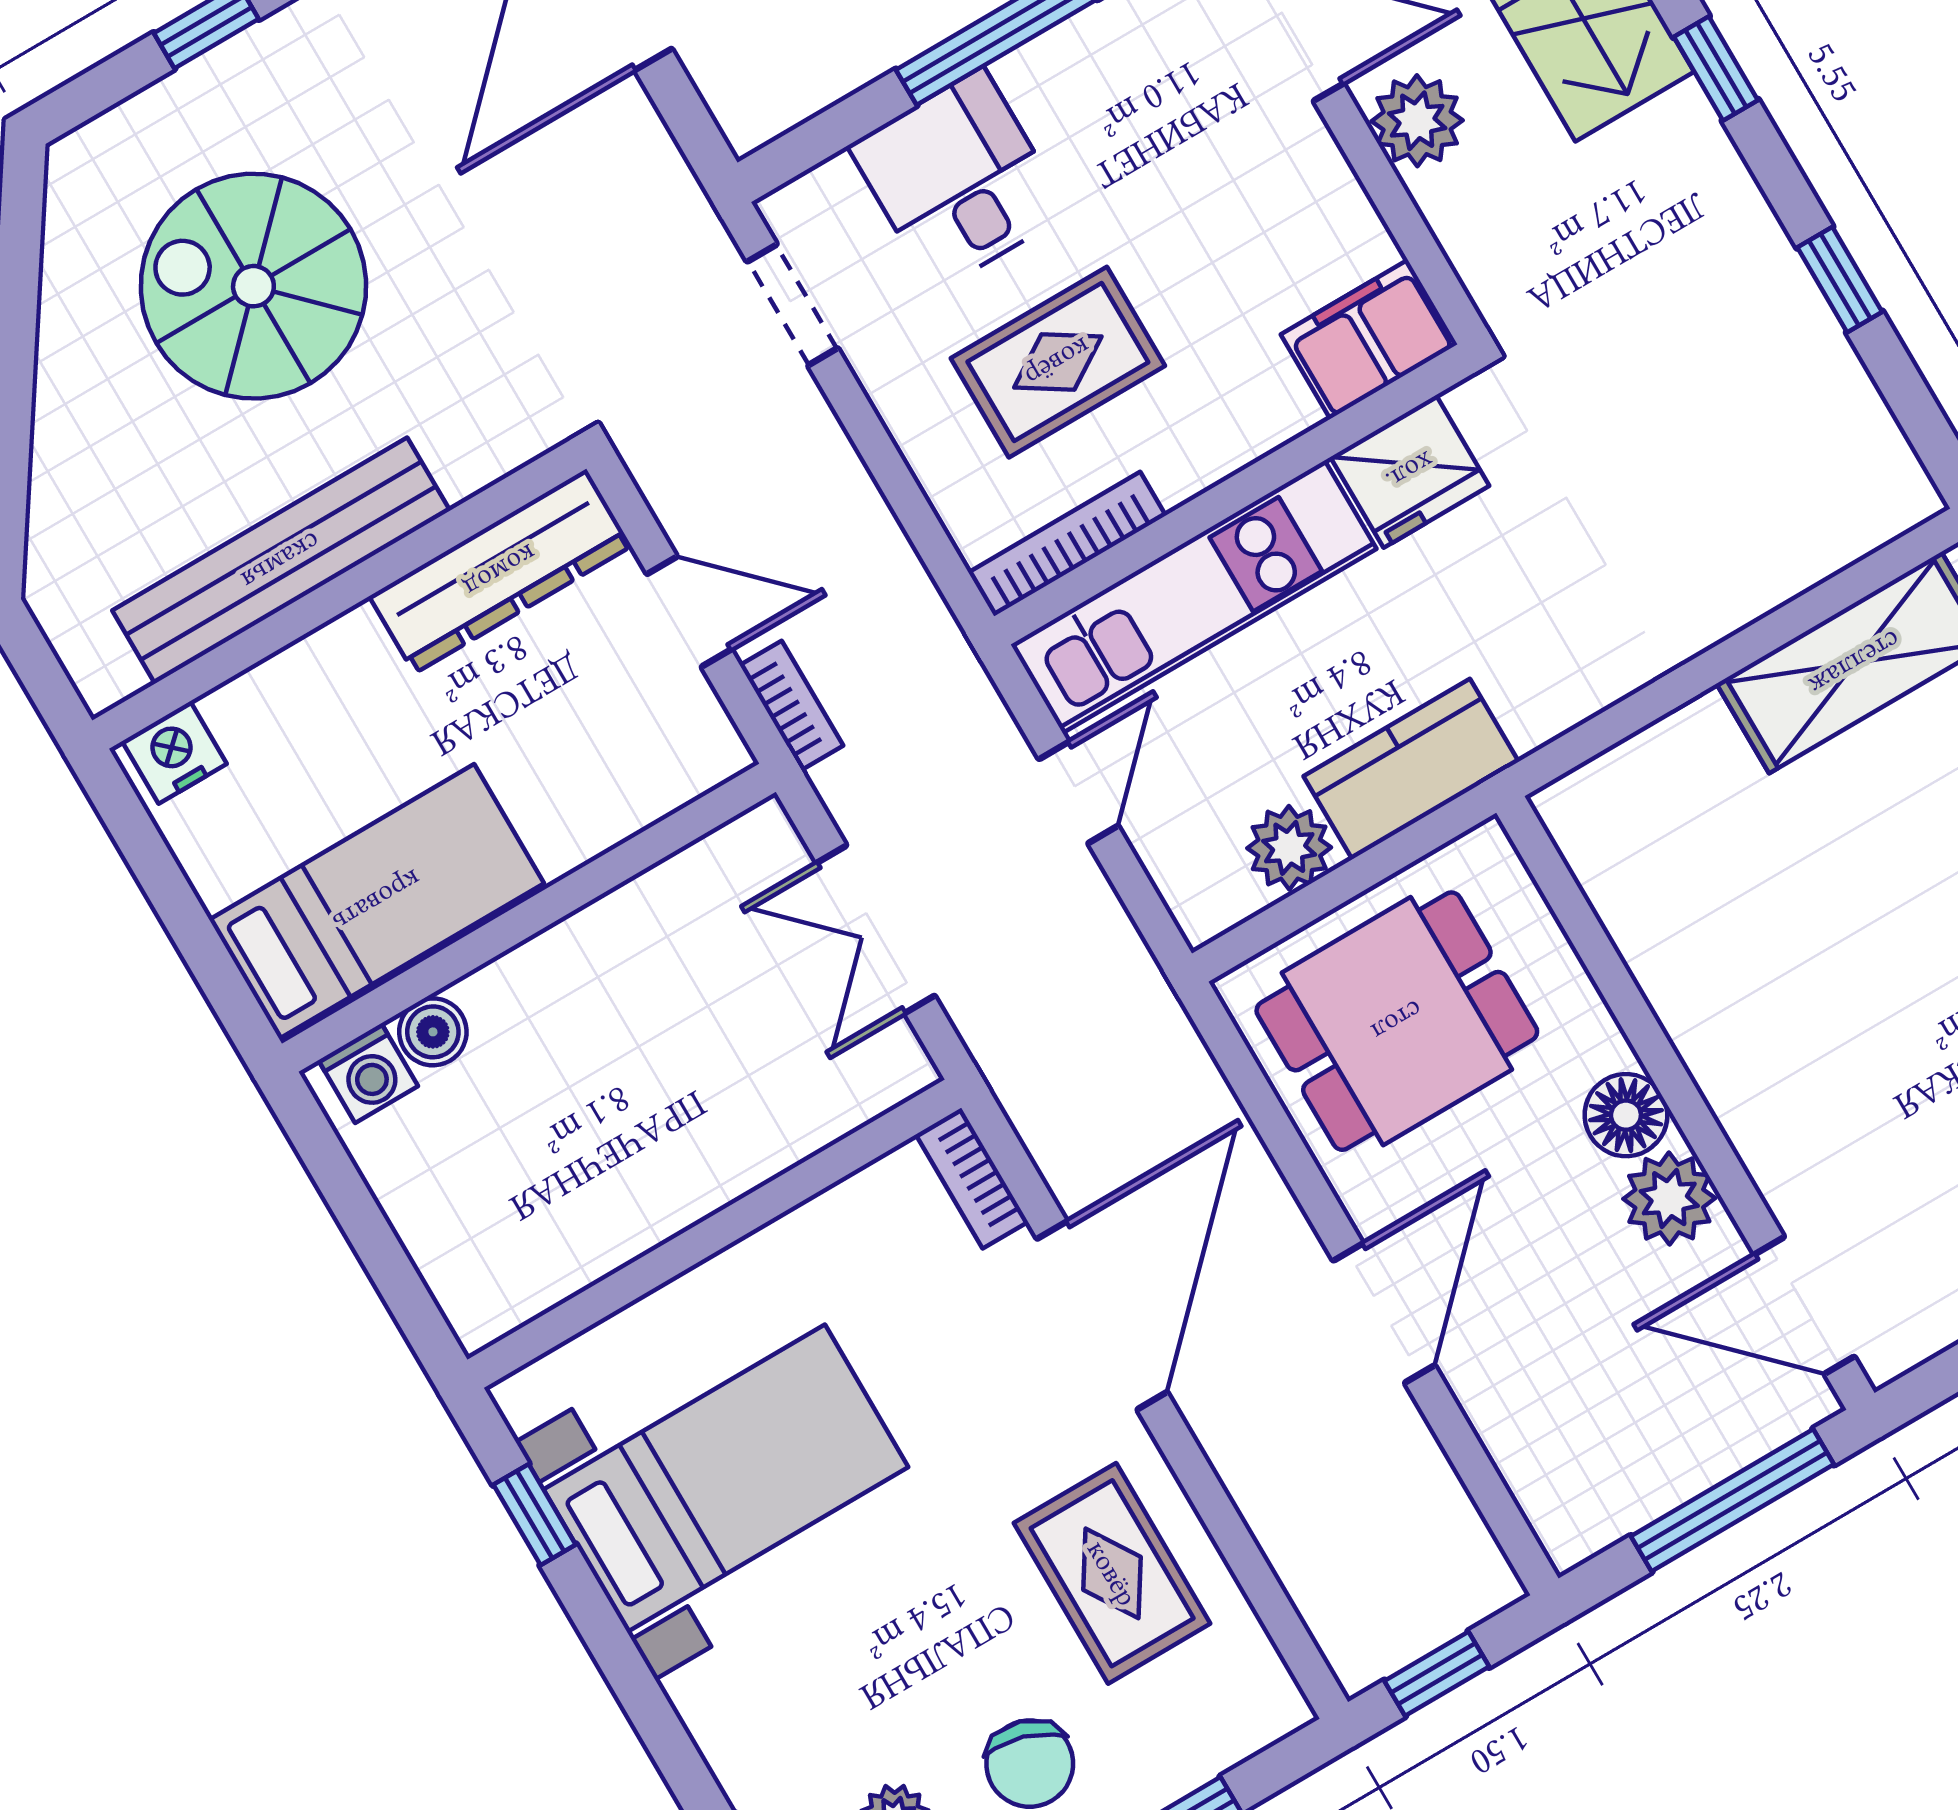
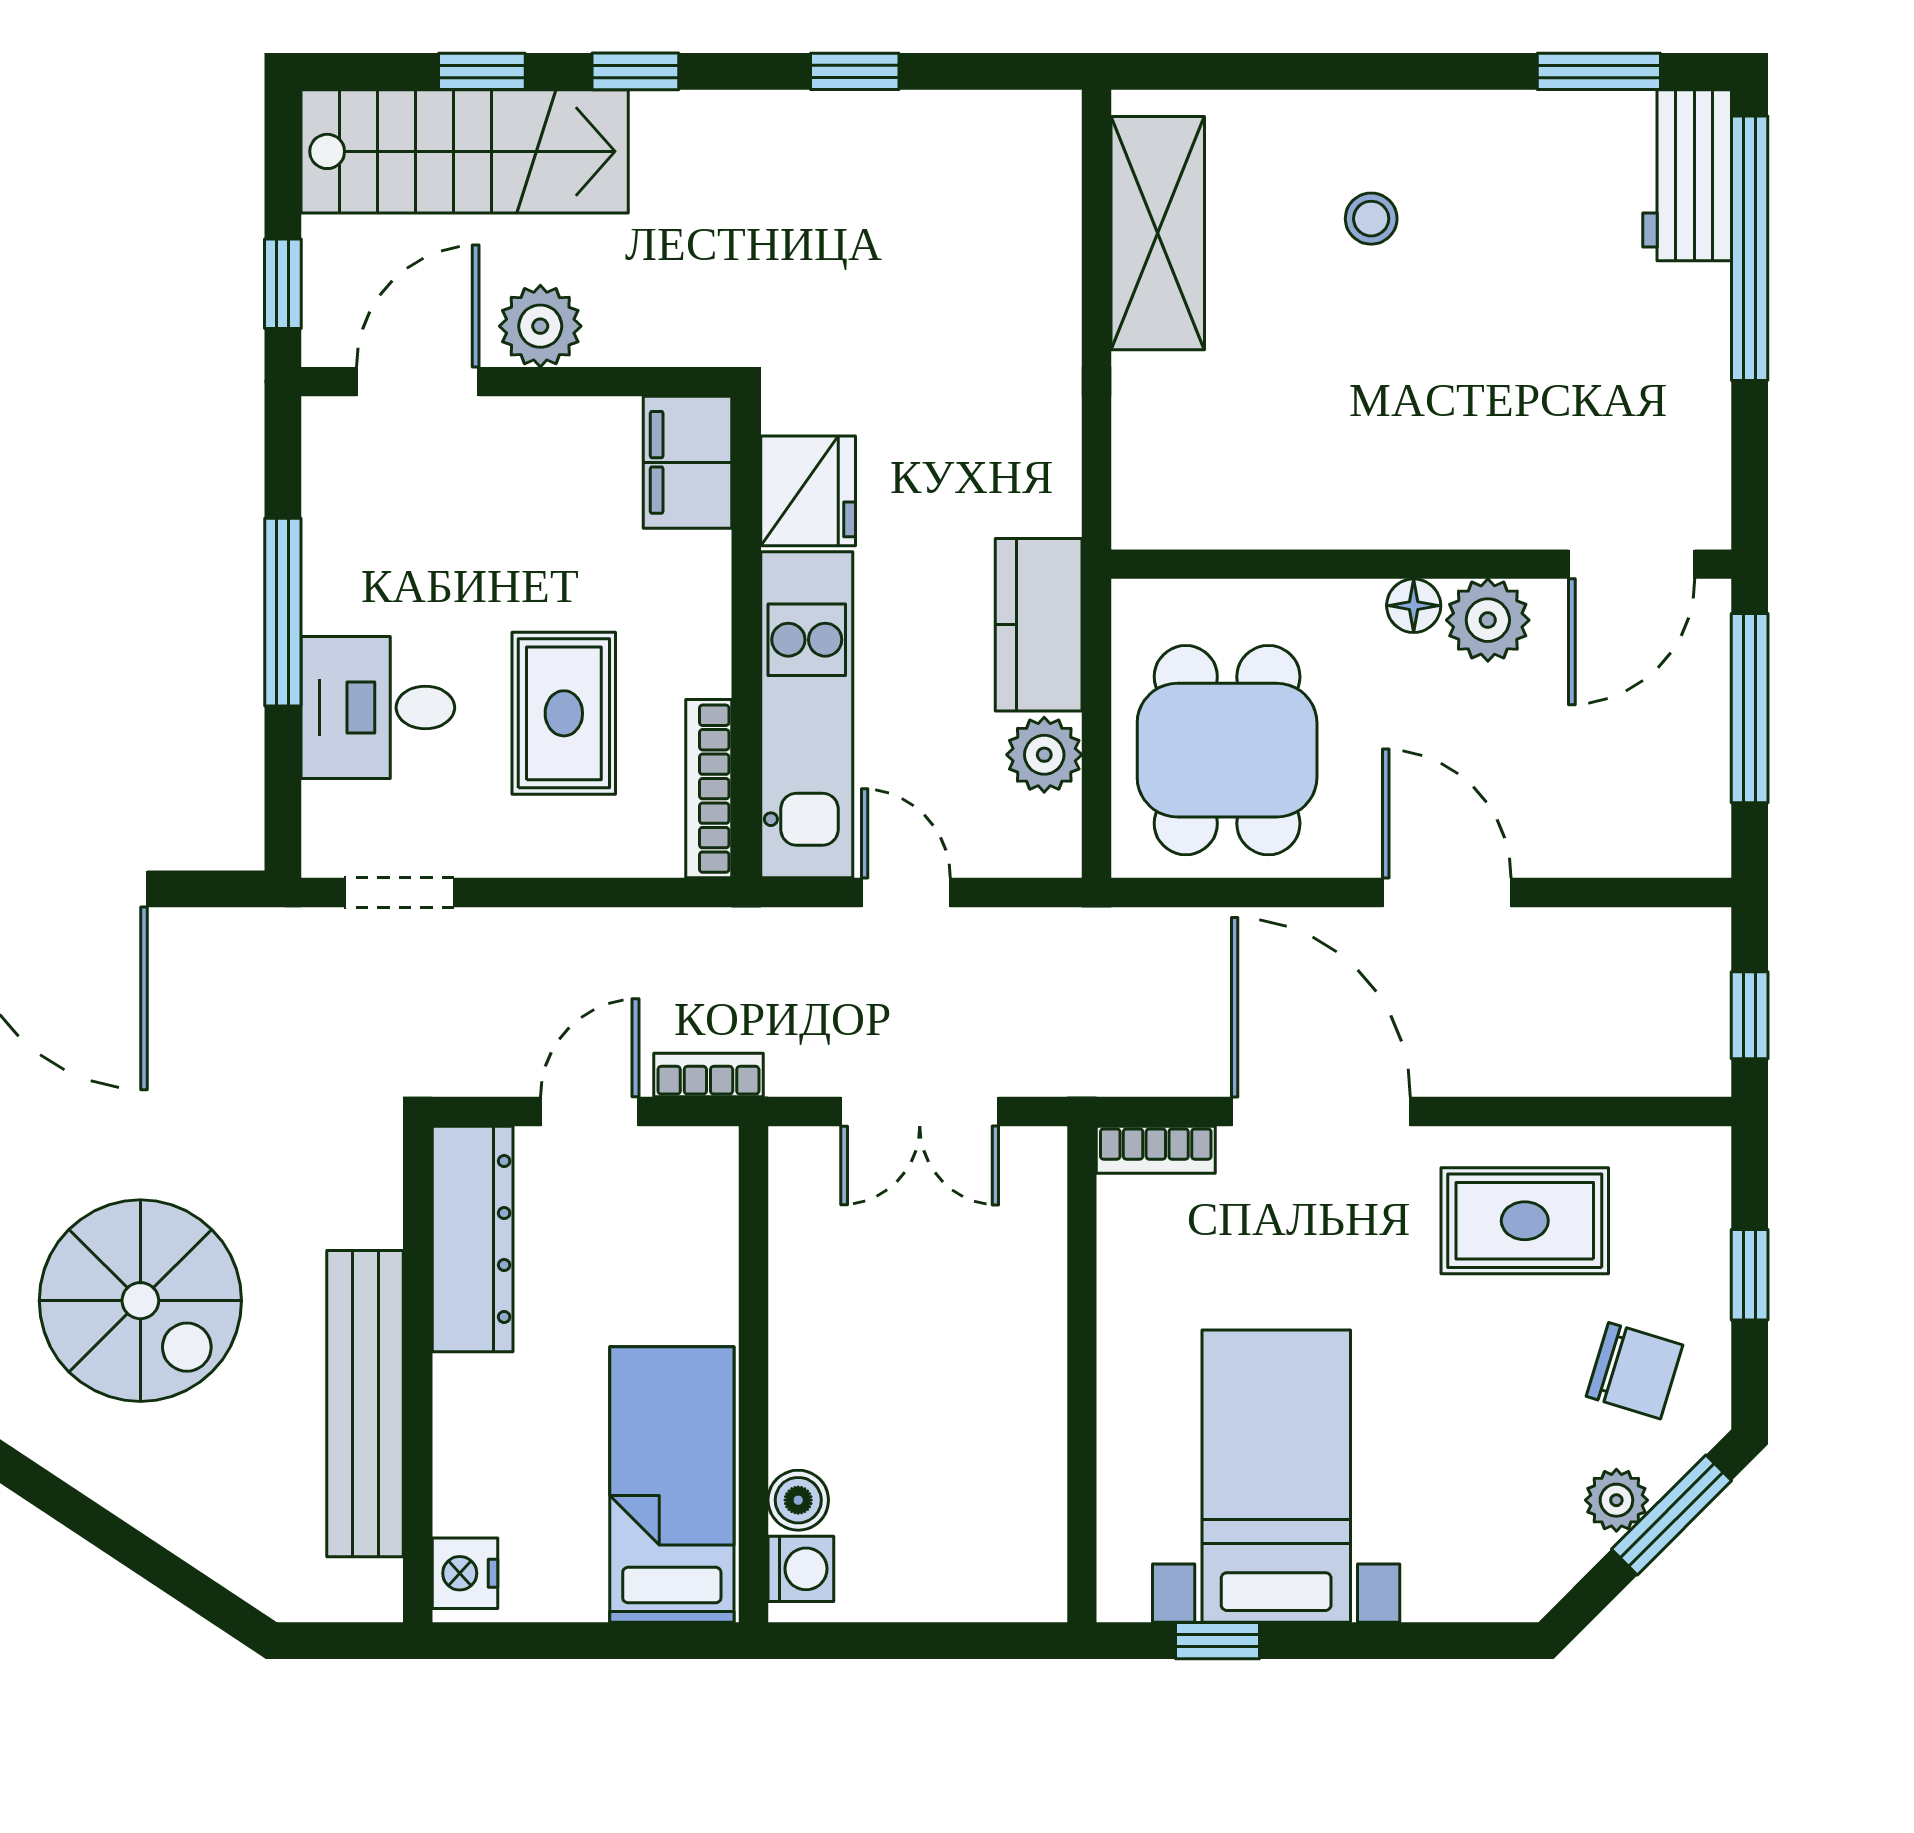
spiral stairs: (253, 286) -> (140, 1301), turned -90
floor lamp: (1626, 1115) -> (1414, 606), width x0.73, depth x0.73

